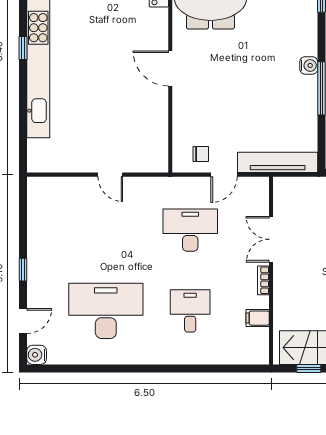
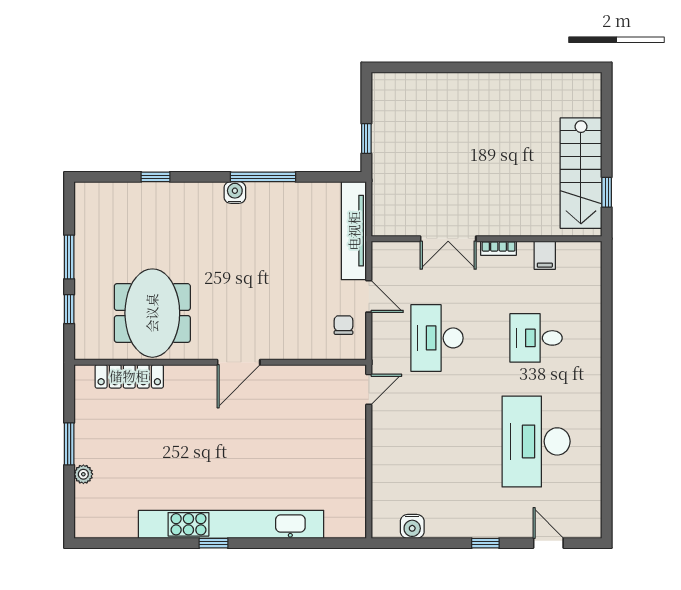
door: (110, 175) -> (369, 389), moved
water cooler: (37, 355) -> (412, 526), moved

